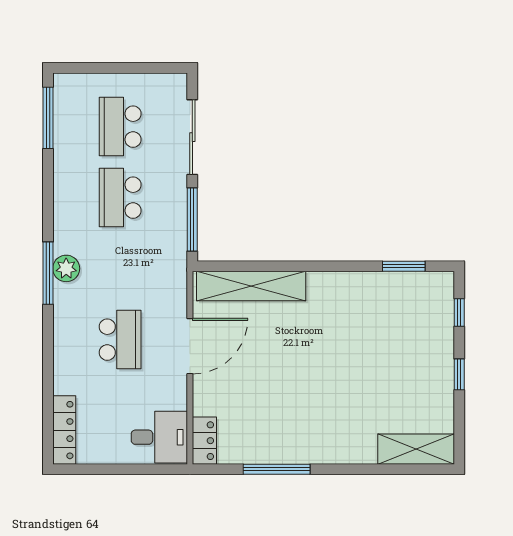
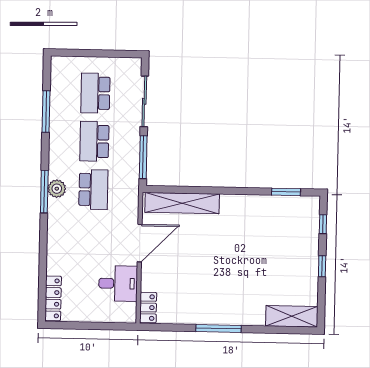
window: (48, 118) -> (46, 112), moved
school desk: (120, 340) -> (93, 190), moved
desk: (159, 437) -> (118, 283), moved
window: (277, 469) -> (219, 328), moved

